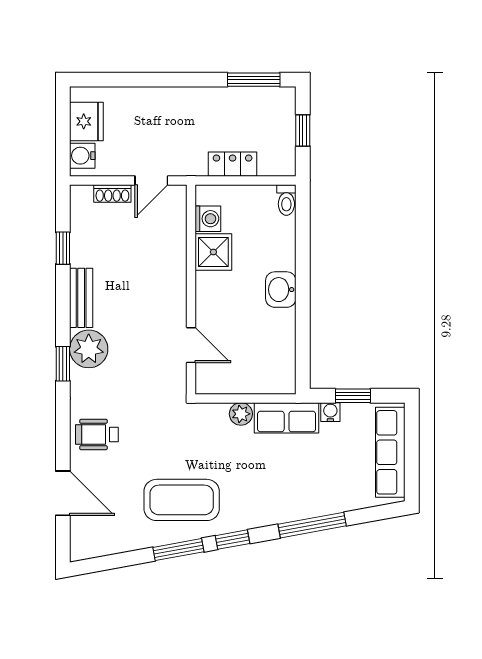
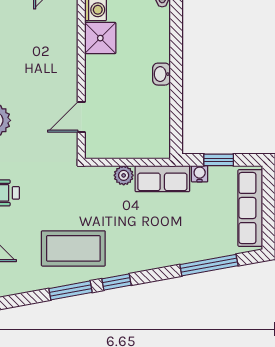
washbasin: (281, 290) -> (161, 74), width x0.72, depth x0.69
door: (191, 345) -> (81, 117), swing flipped
window: (312, 525) -> (209, 265), moved

